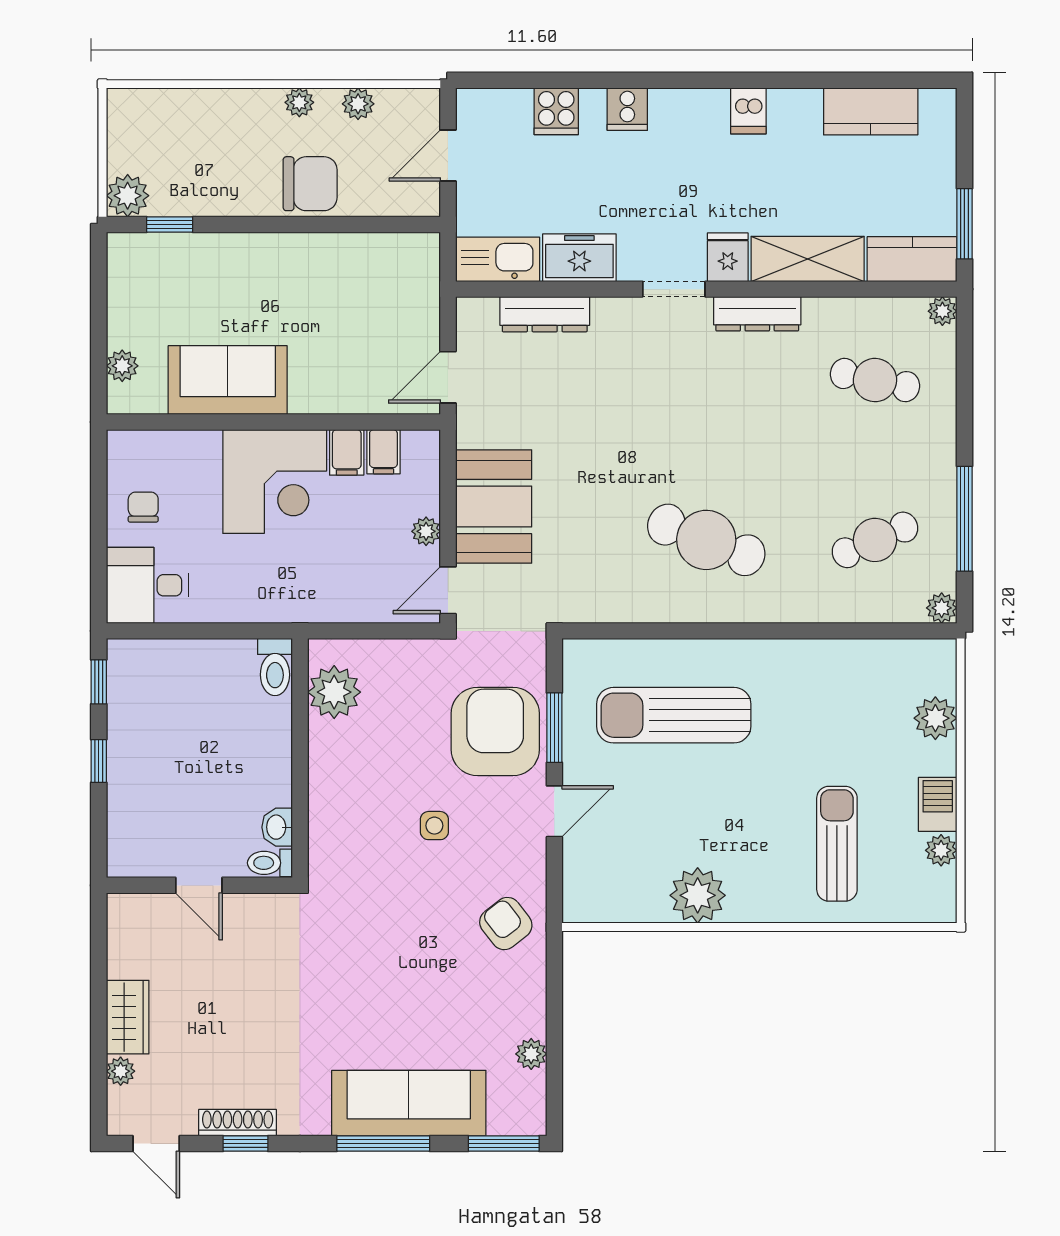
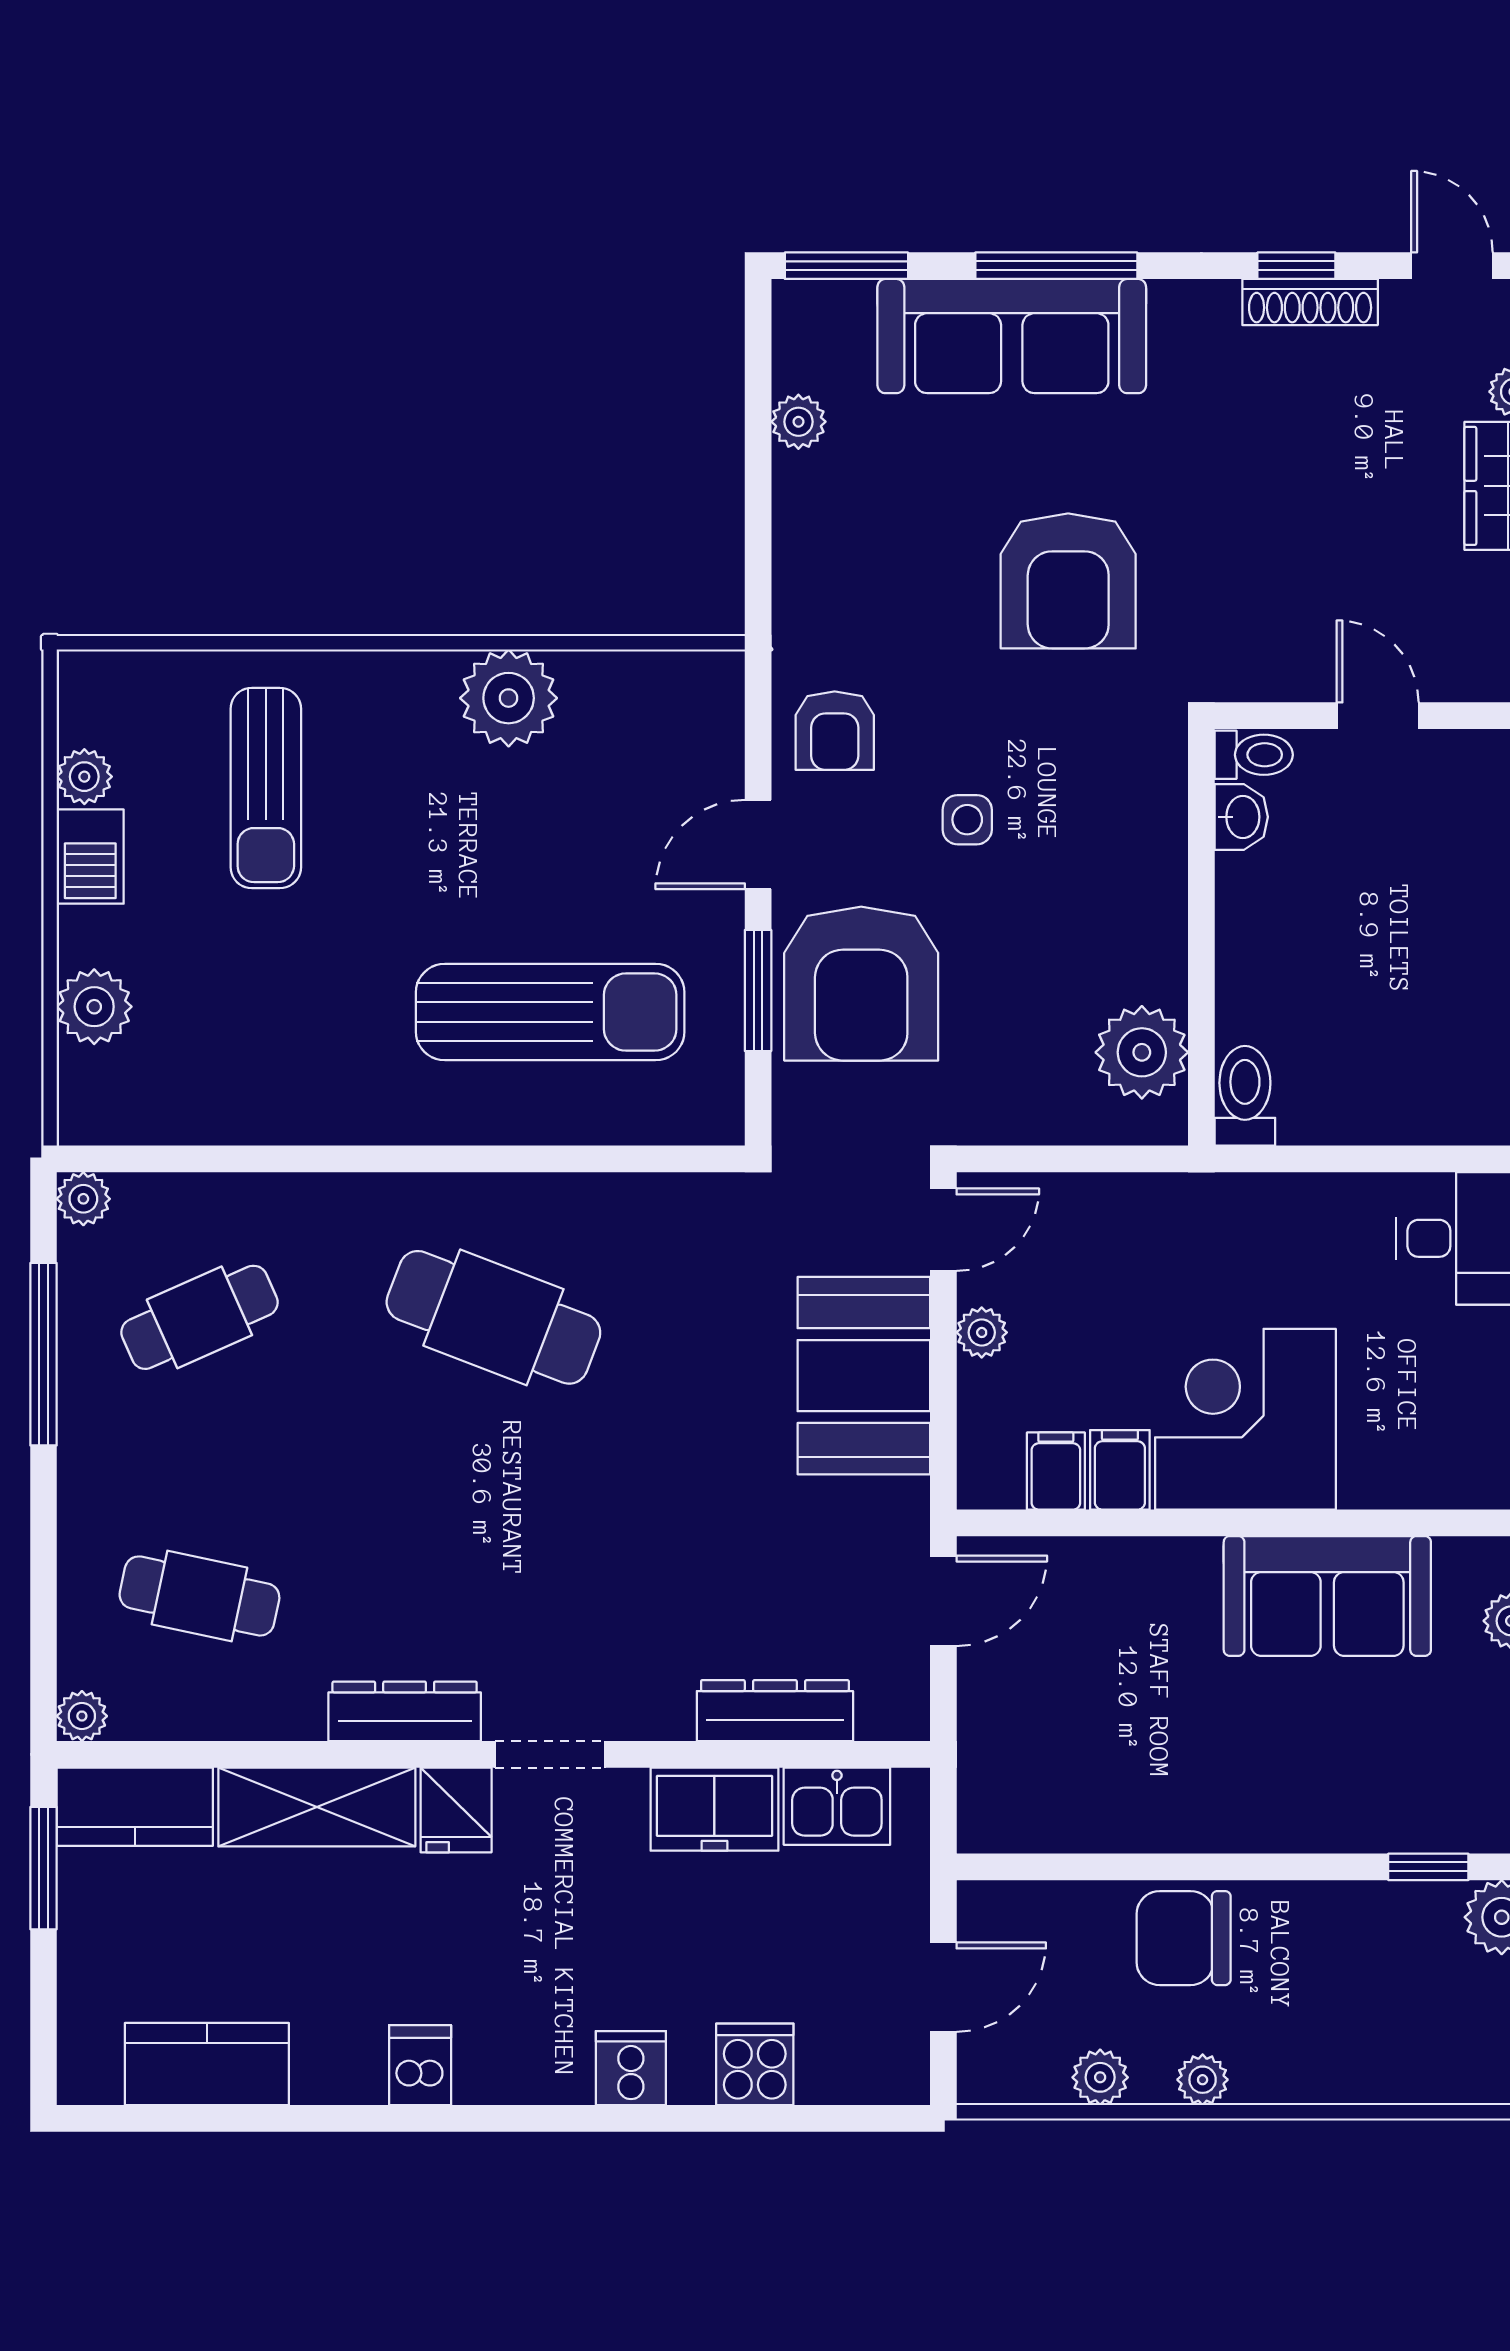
kitchen sink: (498, 259) -> (837, 1806), width x0.73
chair: (143, 507) -> (1475, 1375), removed
armchair: (506, 924) -> (835, 731), moved, turned 38
armchair: (376, 963) -> (1068, 581), added

